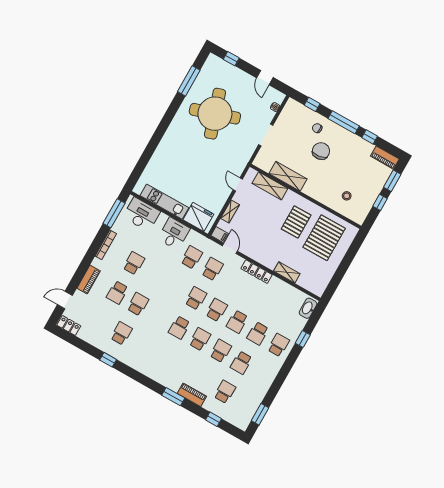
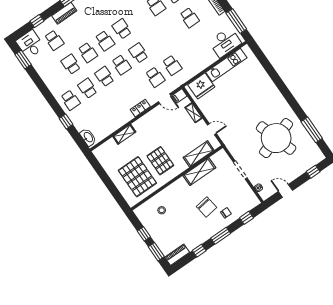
window: (344, 122) -> (221, 236), width x0.69
desk: (174, 234) -> (30, 44), moved, turned 180
locker: (257, 272) -> (140, 108), width x0.66
school desk: (196, 298) -> (138, 53), turned 180

